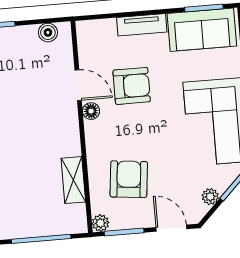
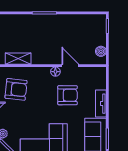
door: (78, 85) -> (70, 66), swing flipped
armchair: (132, 86) -> (68, 95), turned -90

